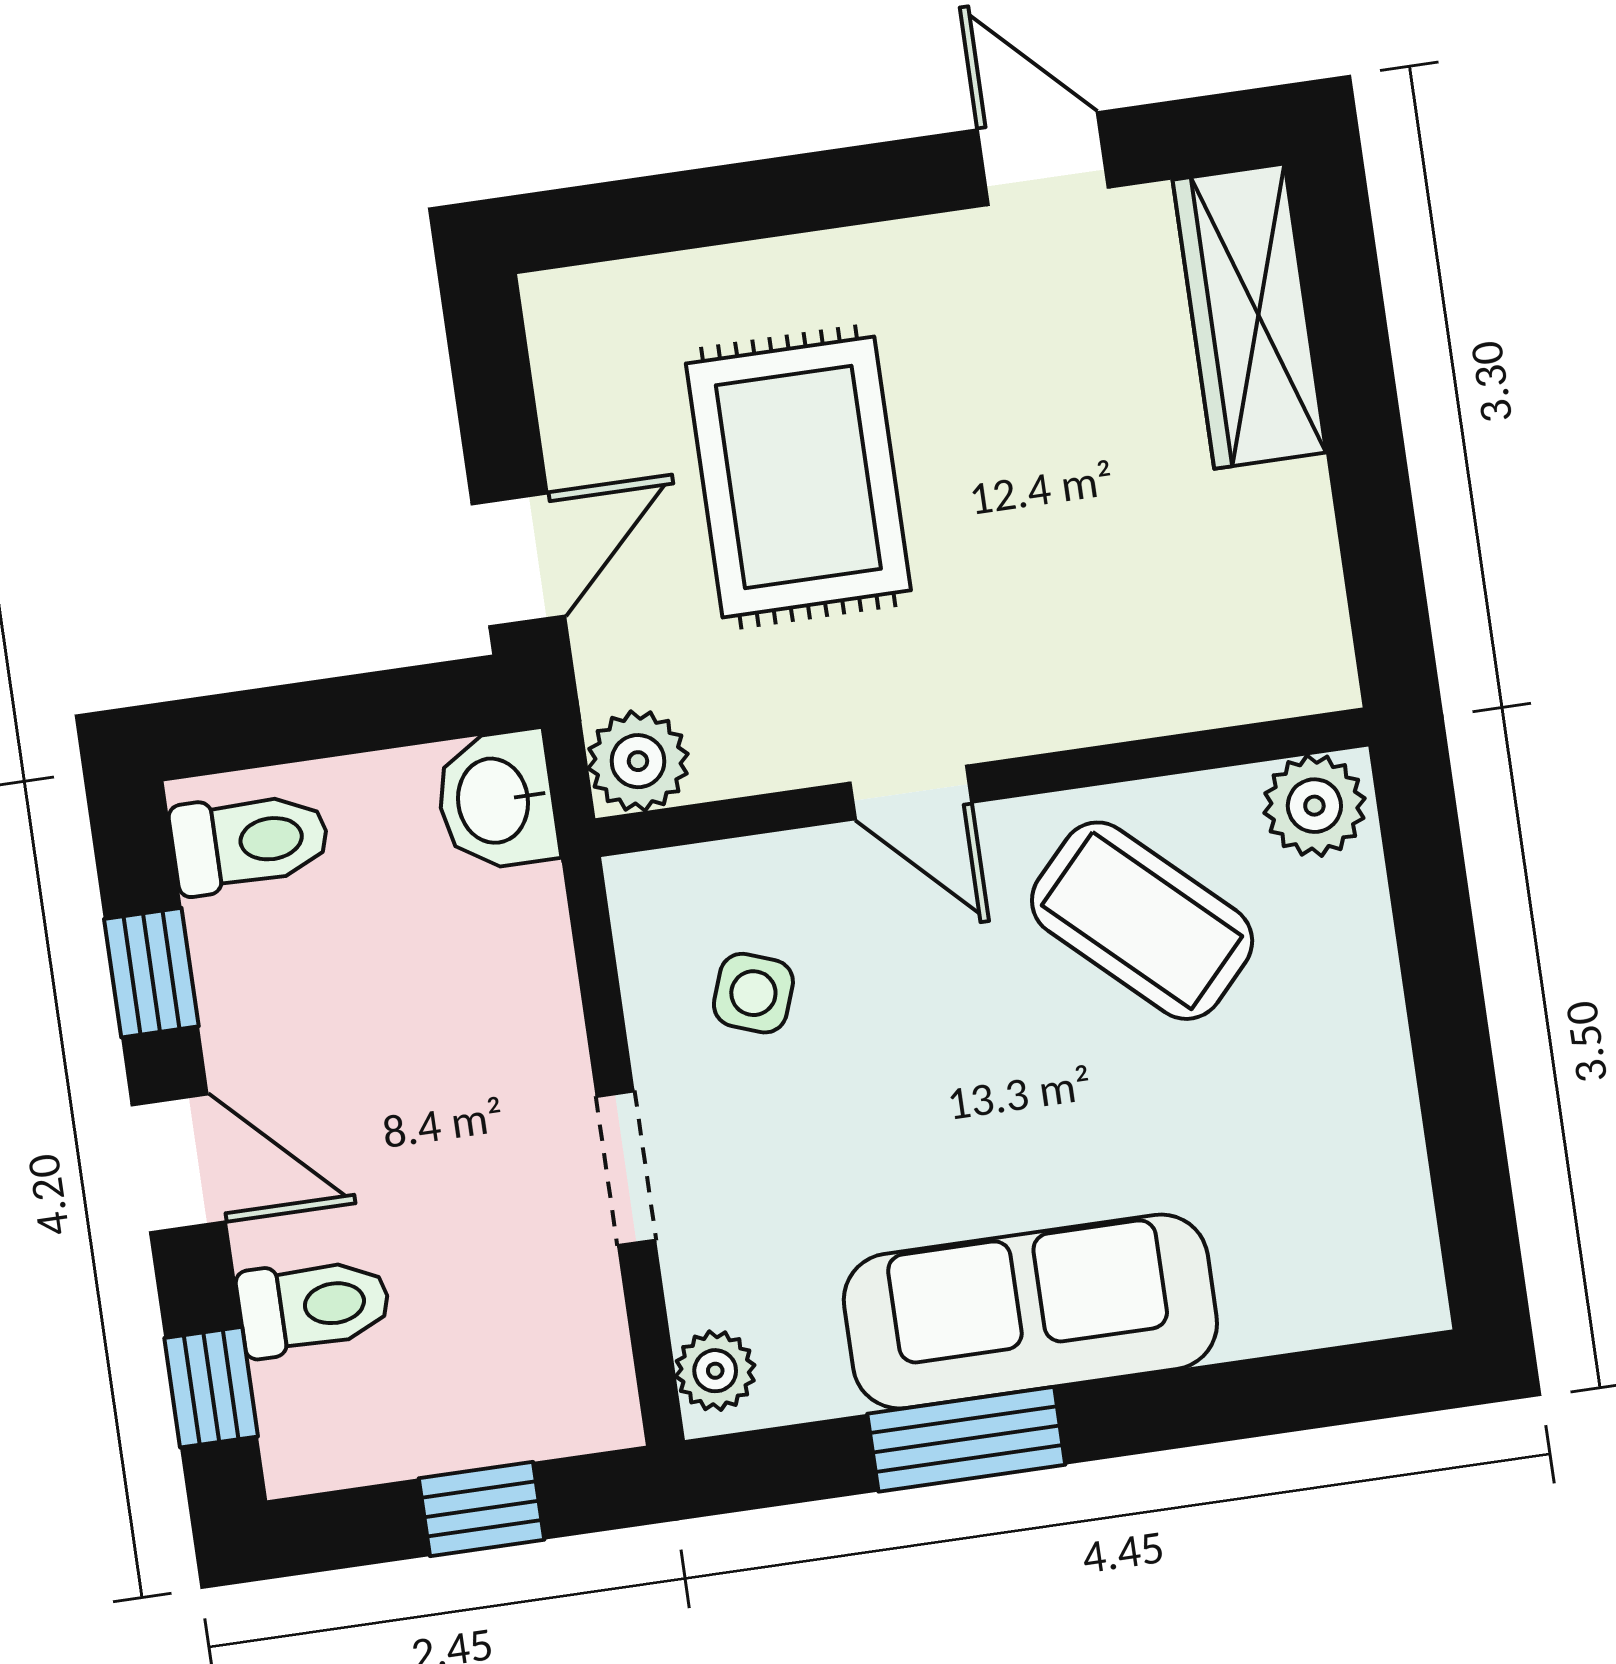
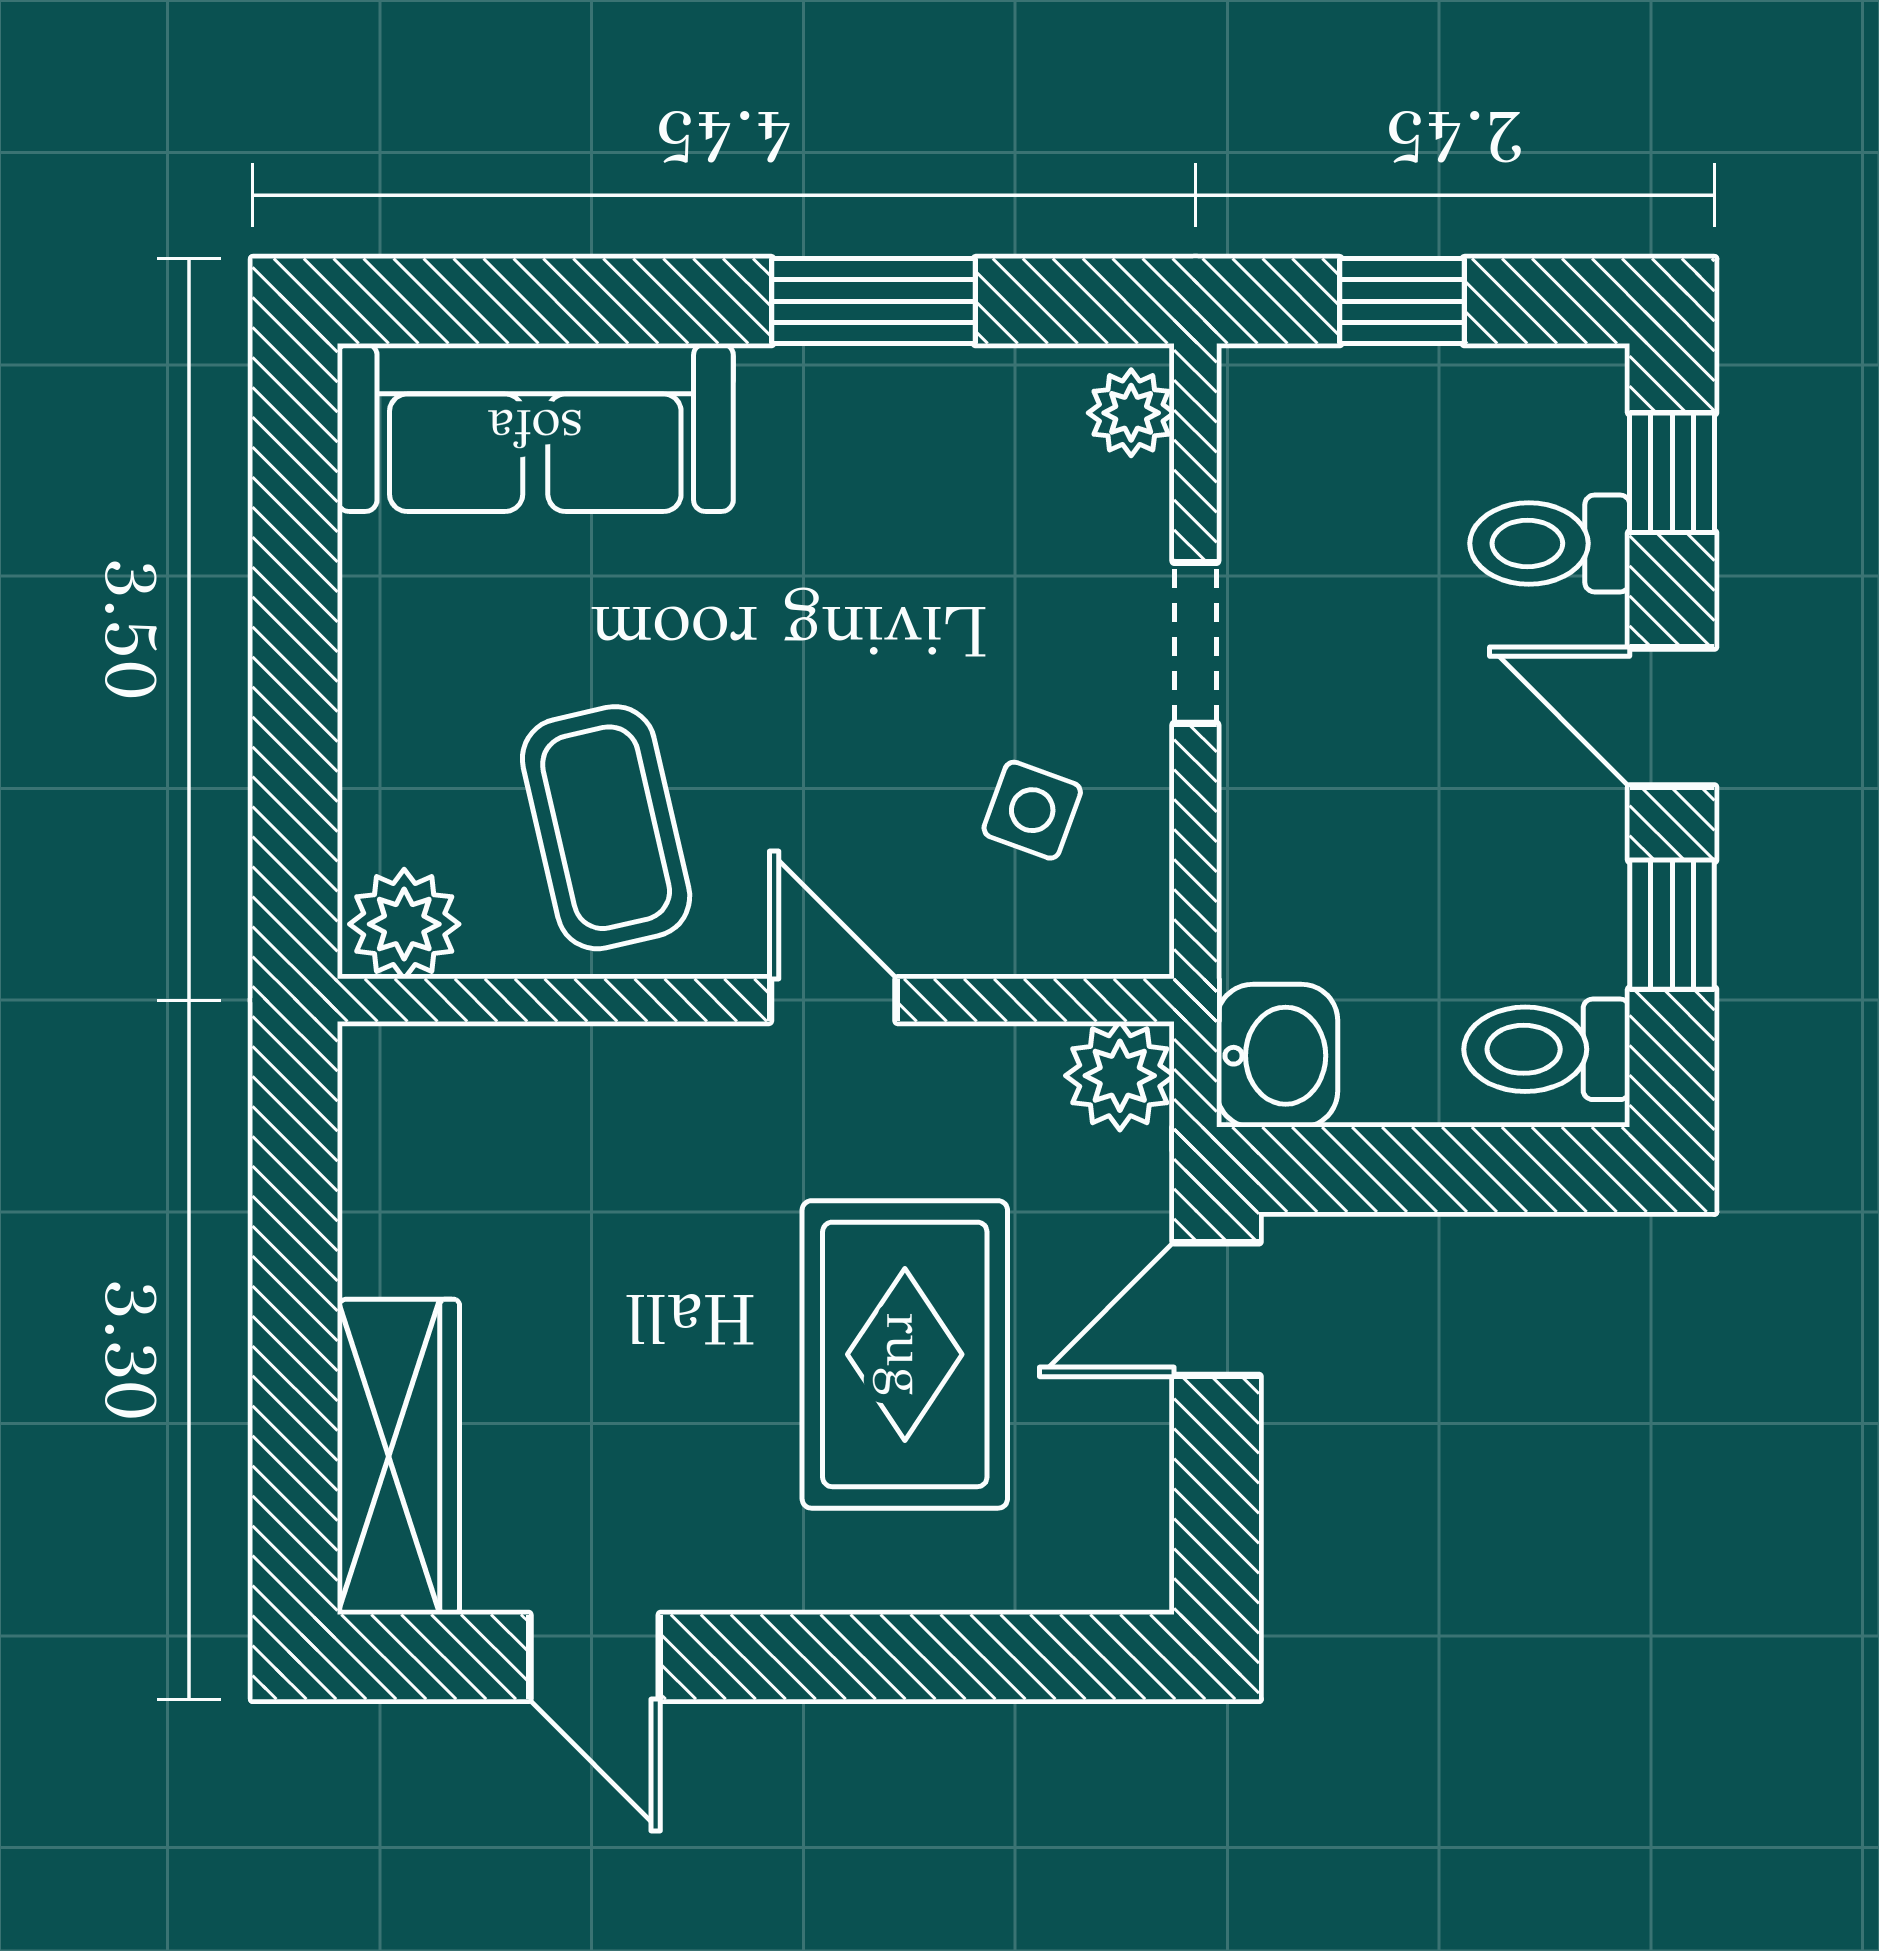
coffee table: (1142, 921) -> (606, 828), turned 34
sofa: (1030, 1311) -> (535, 428), moved

